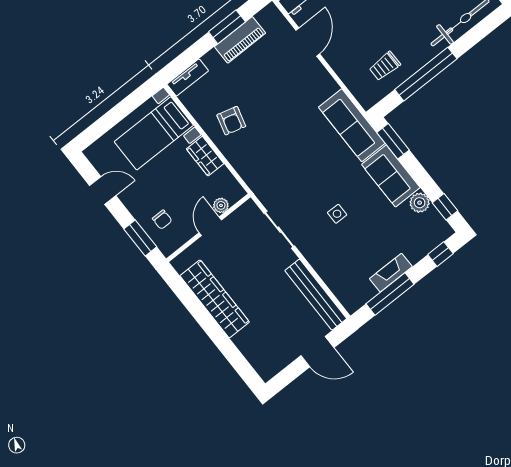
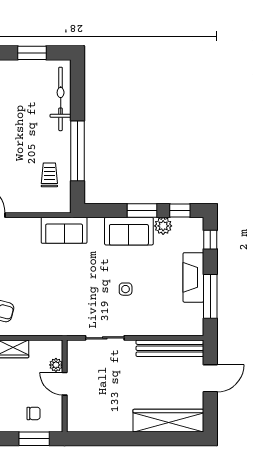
trolley: (385, 66) -> (49, 175), turned 180
sofa: (352, 125) -> (64, 230), width x0.73
window: (393, 141) -> (142, 210), moved
fireplace: (391, 273) -> (193, 277), width x1.37, depth x1.32
wardrobe: (215, 299) -> (168, 421), moved

